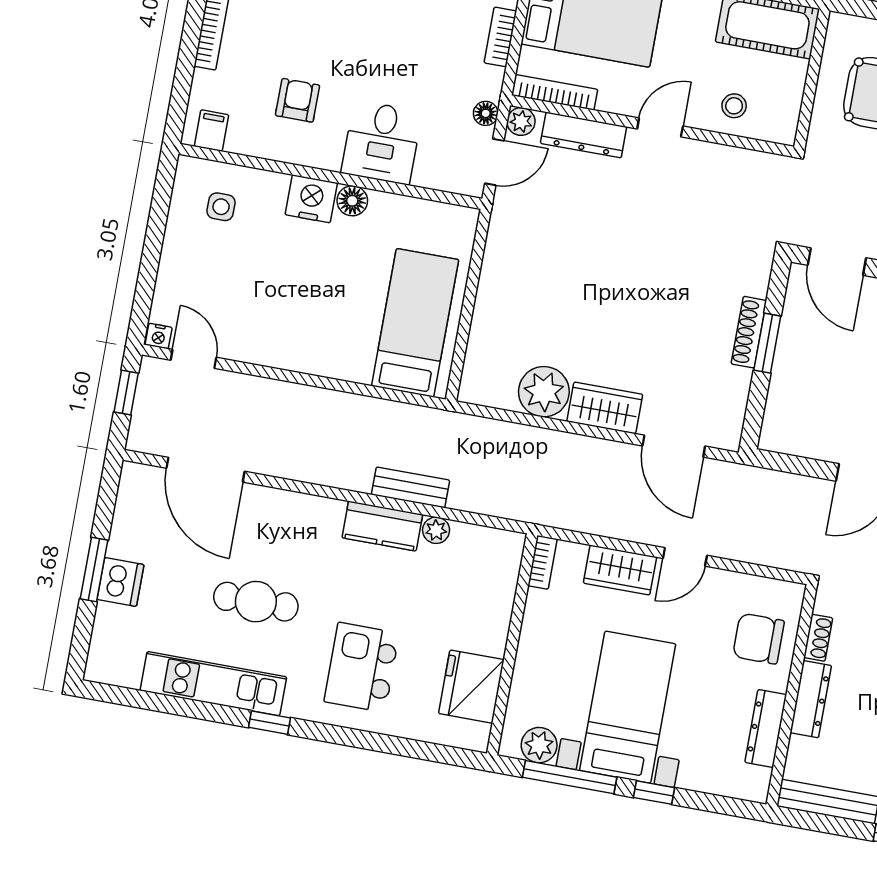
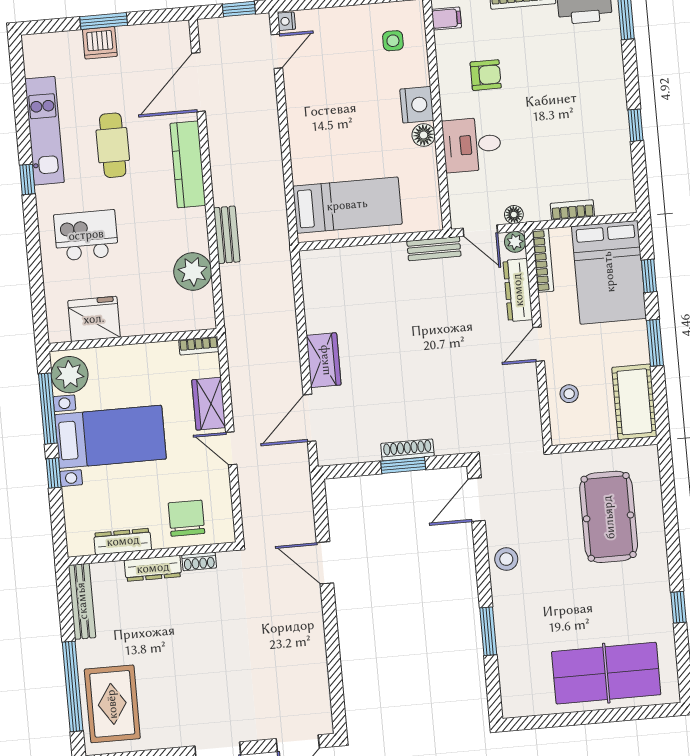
door: (660, 127) -> (539, 344), swing flipped
bench: (501, 228) -> (434, 249), added
plant: (544, 392) -> (323, 313), removed
kitchen counter: (382, 526) -> (188, 164), moved, width x1.50
plant: (436, 530) -> (193, 272), width x1.88, depth x1.88
plant: (539, 745) -> (70, 375), width x1.36, depth x1.36

